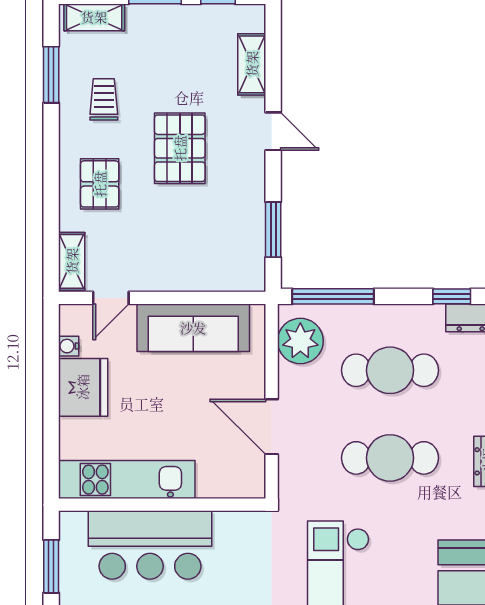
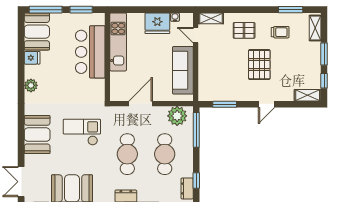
shelving: (252, 64) -> (308, 95), moved
pallet: (180, 148) -> (259, 65), turned 90

